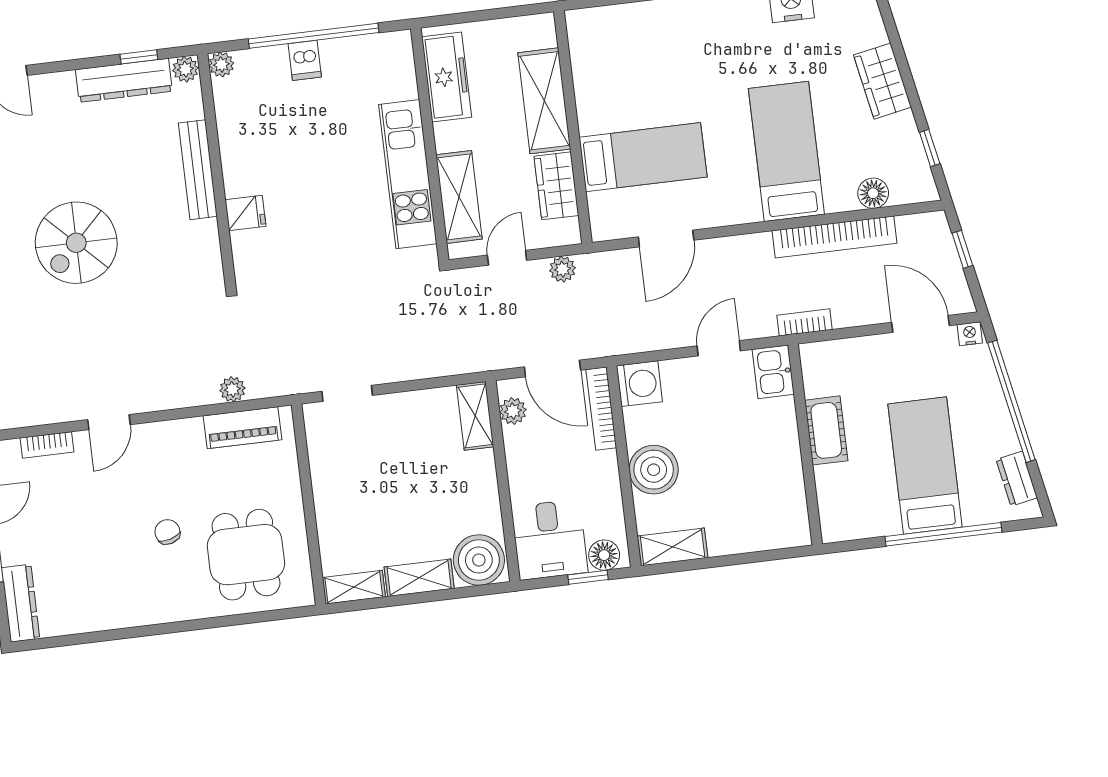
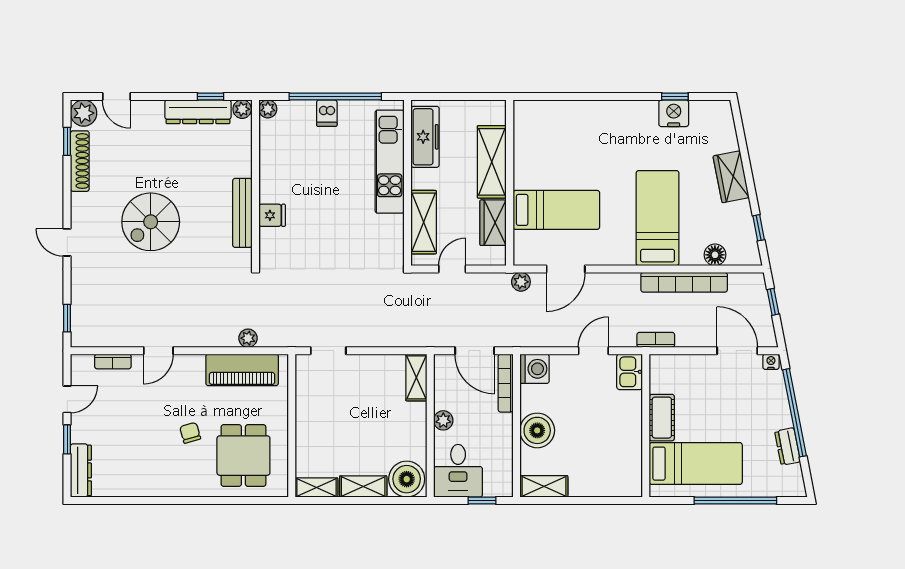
bench: (198, 170) -> (242, 213), moved
kitchen unit: (408, 174) -> (390, 162), moved
plant: (562, 269) -> (521, 282), moved
plant: (513, 411) -> (443, 420), moved
piano: (243, 428) -> (242, 370), width x1.37, depth x1.33
bed: (925, 465) -> (696, 464), moved, turned 90
dresser: (1017, 479) -> (788, 446), moved
floor lamp: (604, 555) -> (495, 486), removed

